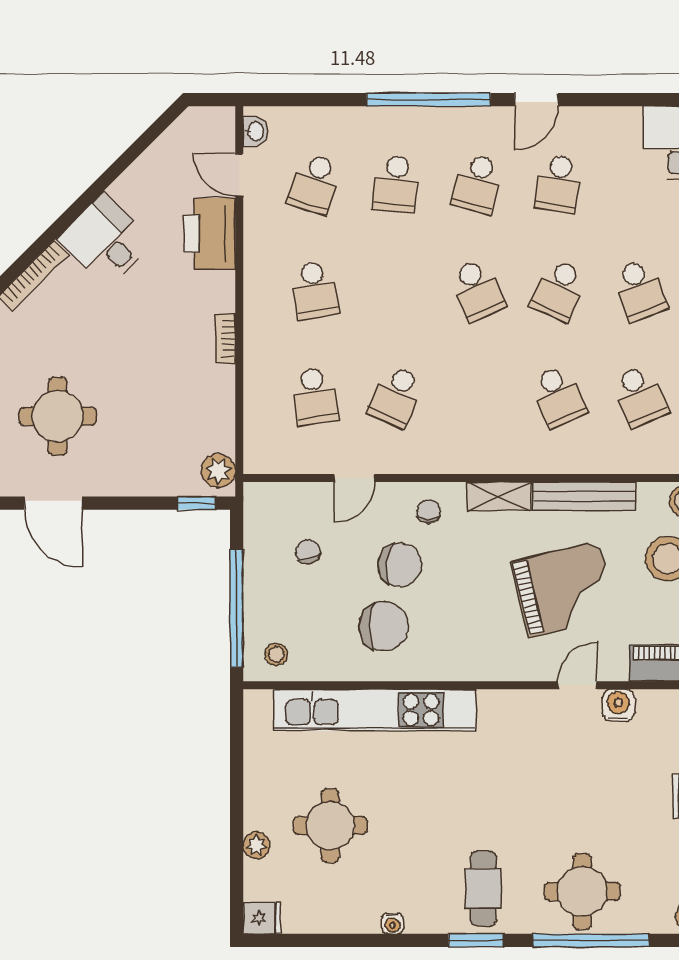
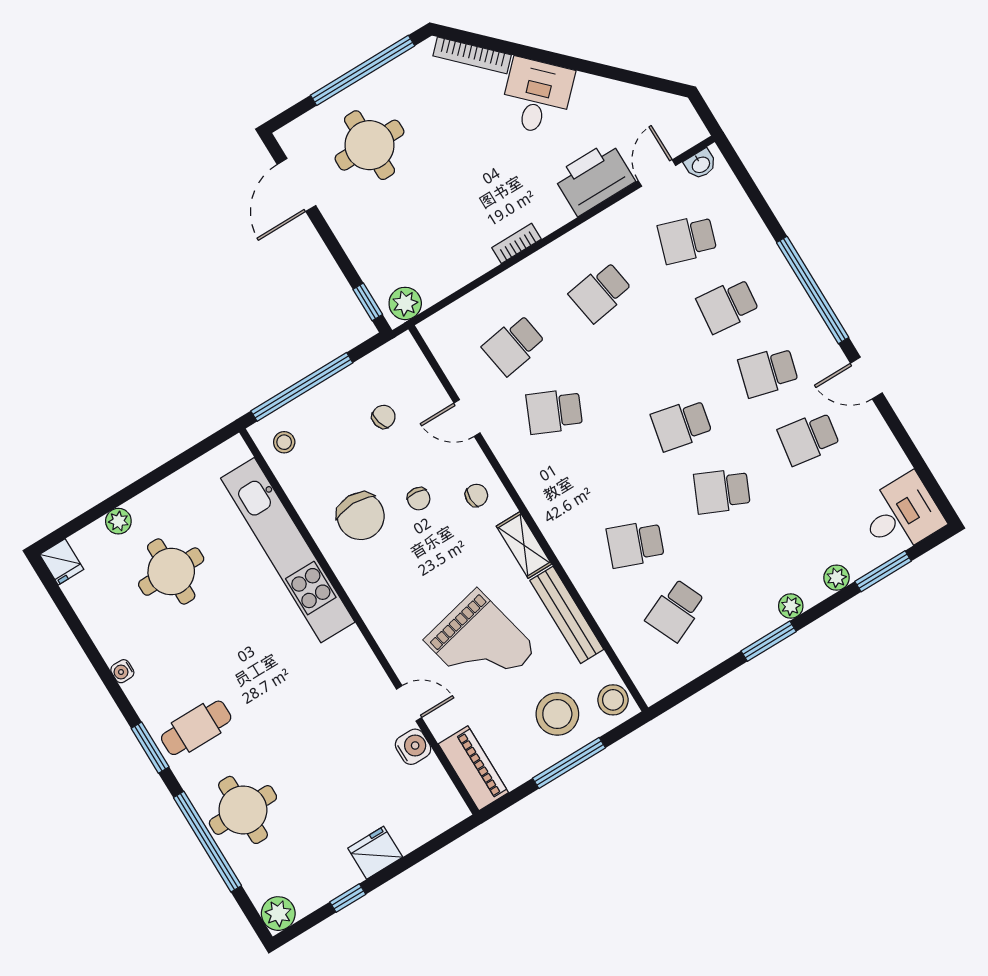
school desk: (477, 290) -> (682, 425), turned 36
school desk: (640, 290) -> (762, 557), removed
school desk: (558, 396) -> (635, 544), turned 45
chair: (400, 565) -> (419, 499), width x0.54, depth x0.54

